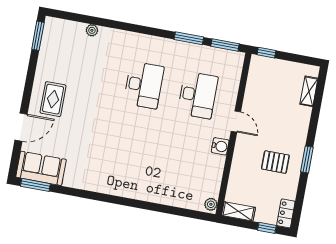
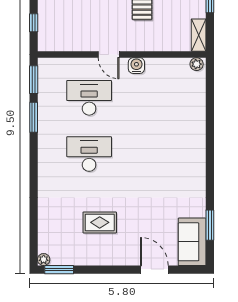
plant: (92, 30) -> (44, 260), moved
window: (266, 53) -> (34, 23), moved
rug: (53, 99) -> (100, 222), moved
door: (236, 122) -> (109, 54), swing flipped
window: (35, 185) -> (210, 225), moved

